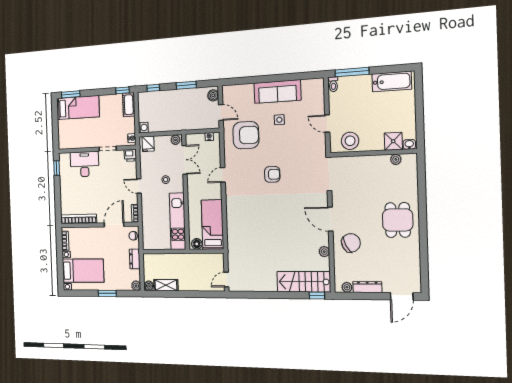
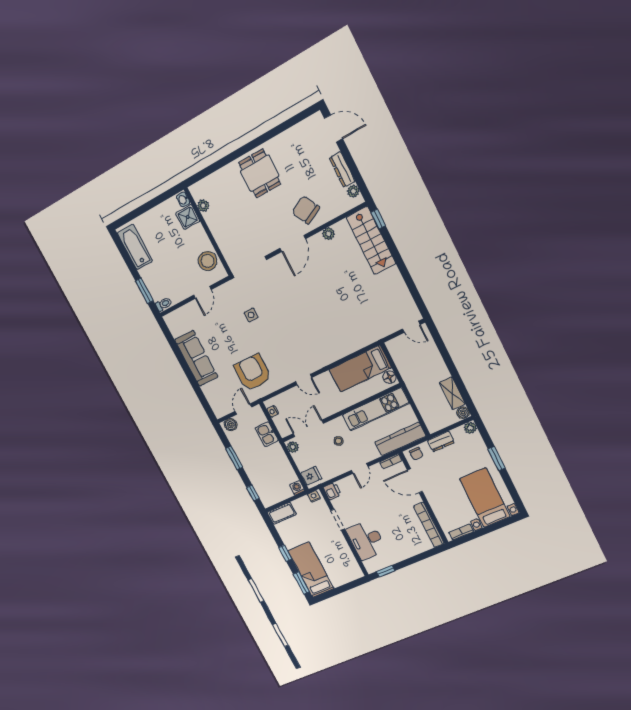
window: (352, 72) -> (144, 291), width x0.69
window: (122, 90) -> (285, 553), moved
side table: (279, 120) -> (251, 315), moved
kitchen sink: (194, 123) -> (267, 434), added
armchair: (272, 174) -> (278, 327), removed
dining table: (398, 220) -> (260, 173), turned 90
kitchen counter: (148, 229) -> (400, 439), added

